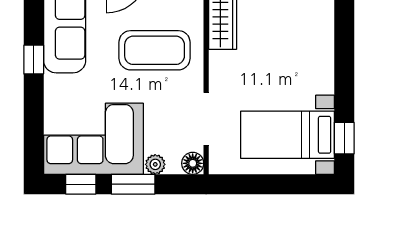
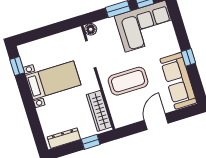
bed with nightstands: (288, 135) -> (53, 80), moved
plant: (155, 164) -> (110, 23), removed

